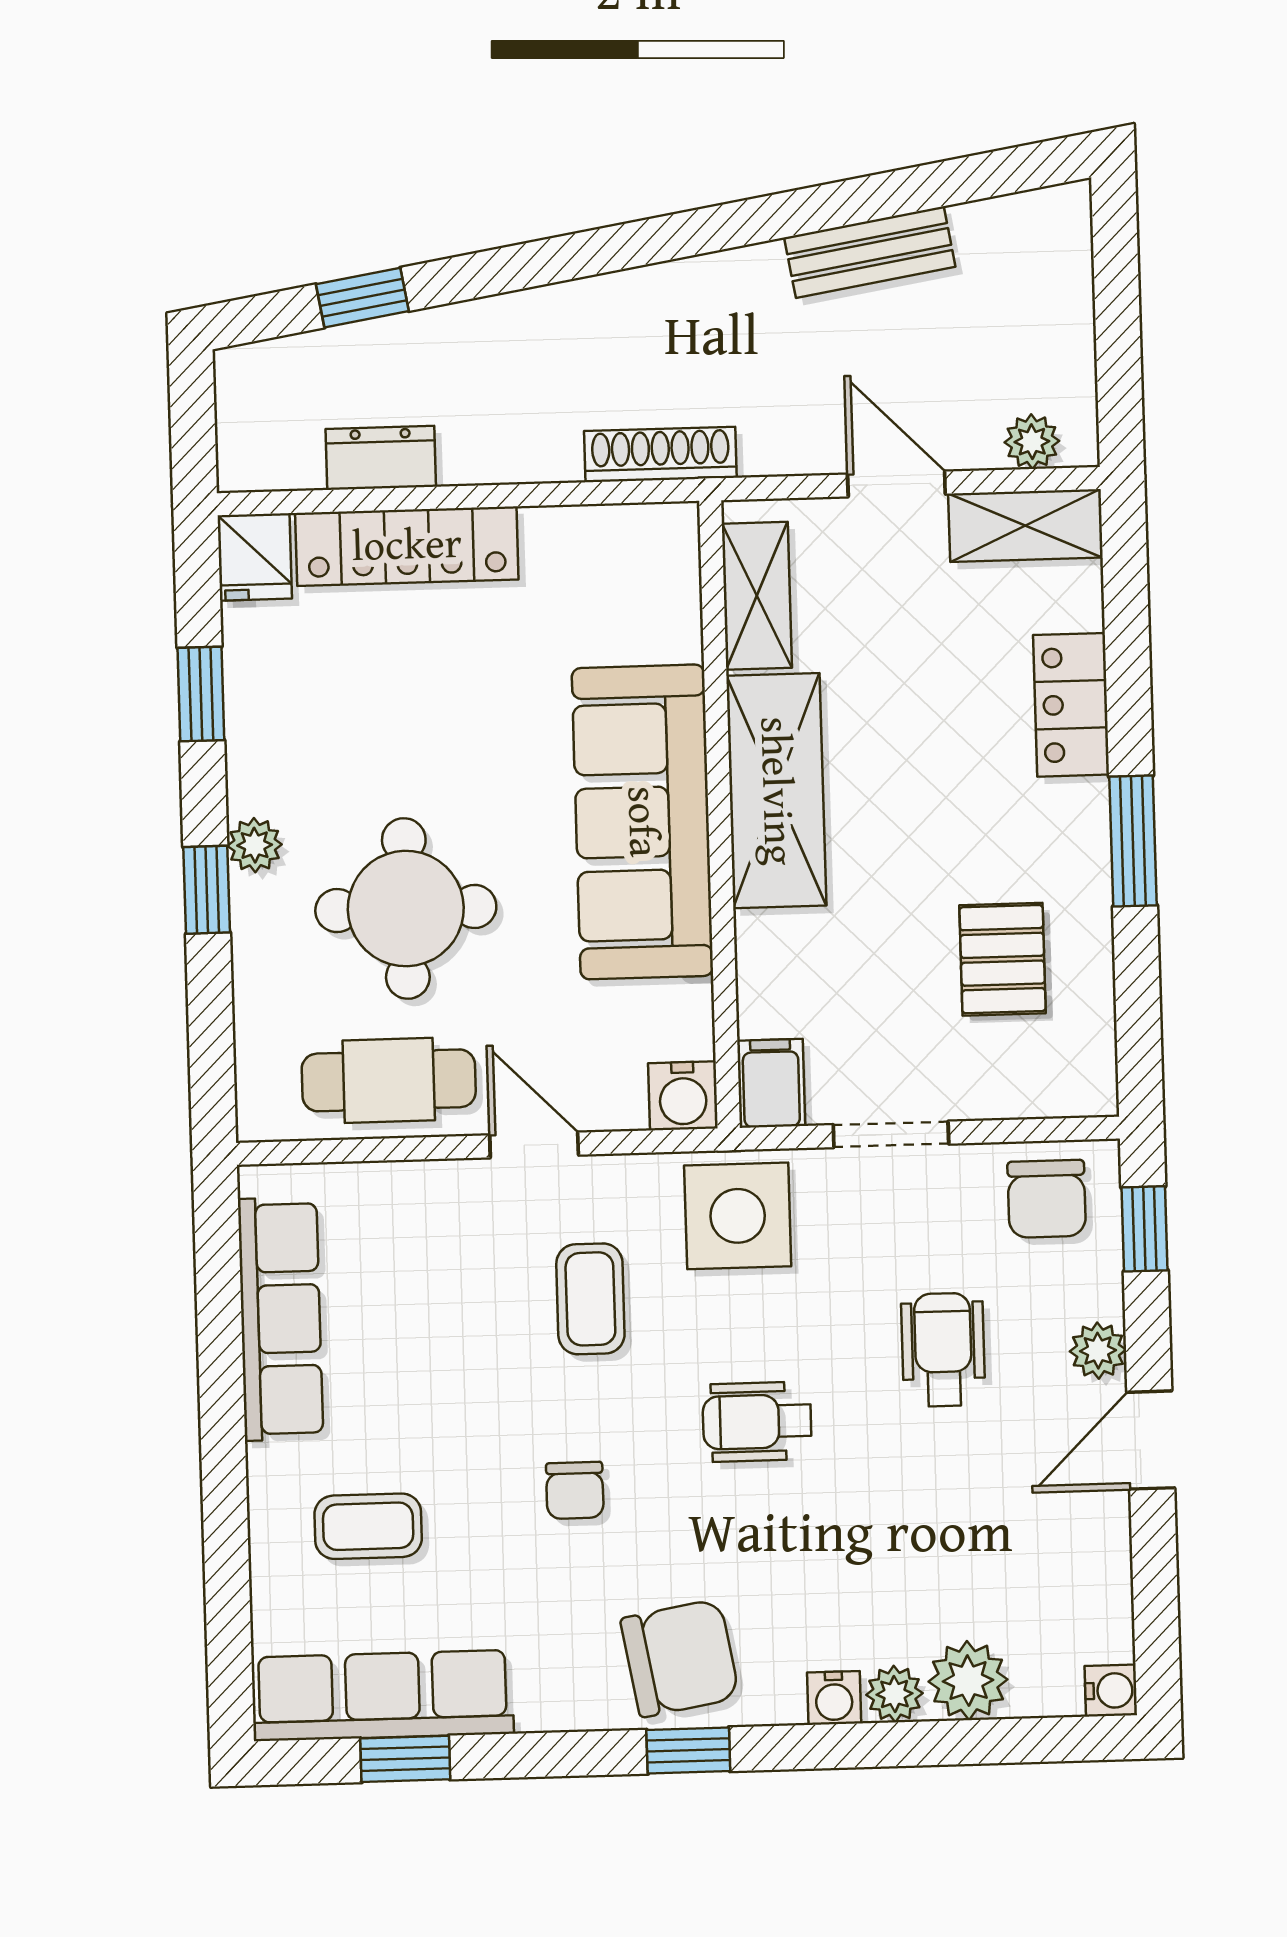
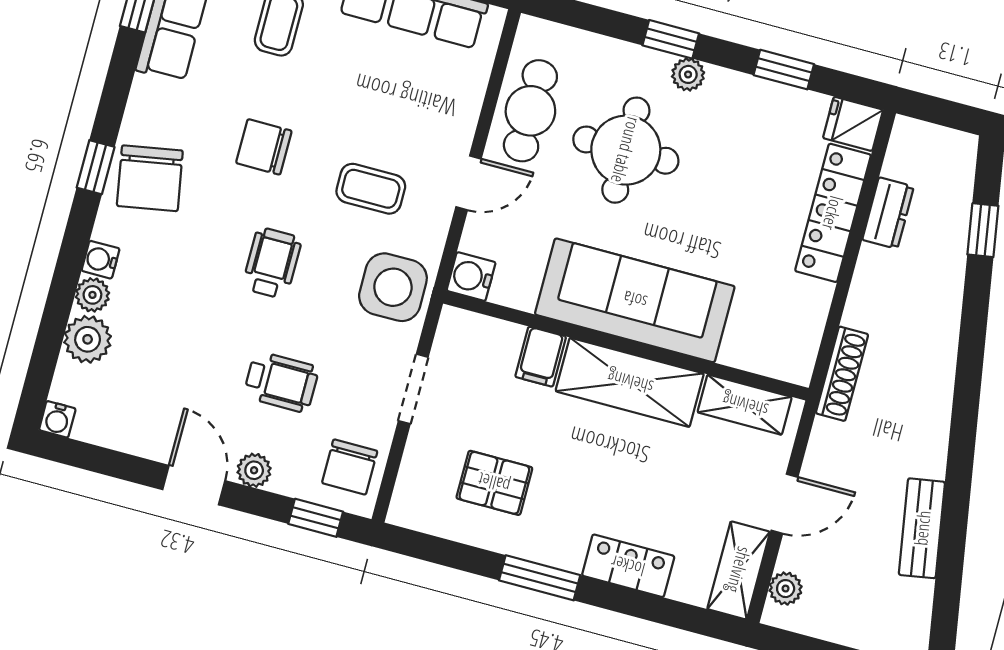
filing cabinet: (771, 1083) -> (541, 357), moved, turned 90
chair: (1047, 1199) -> (350, 467), turned -90
chair: (575, 1490) -> (264, 147), width x1.37, depth x1.37

